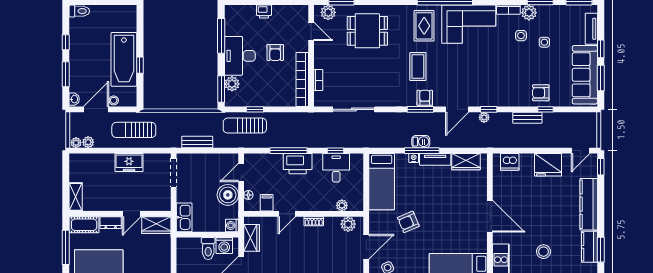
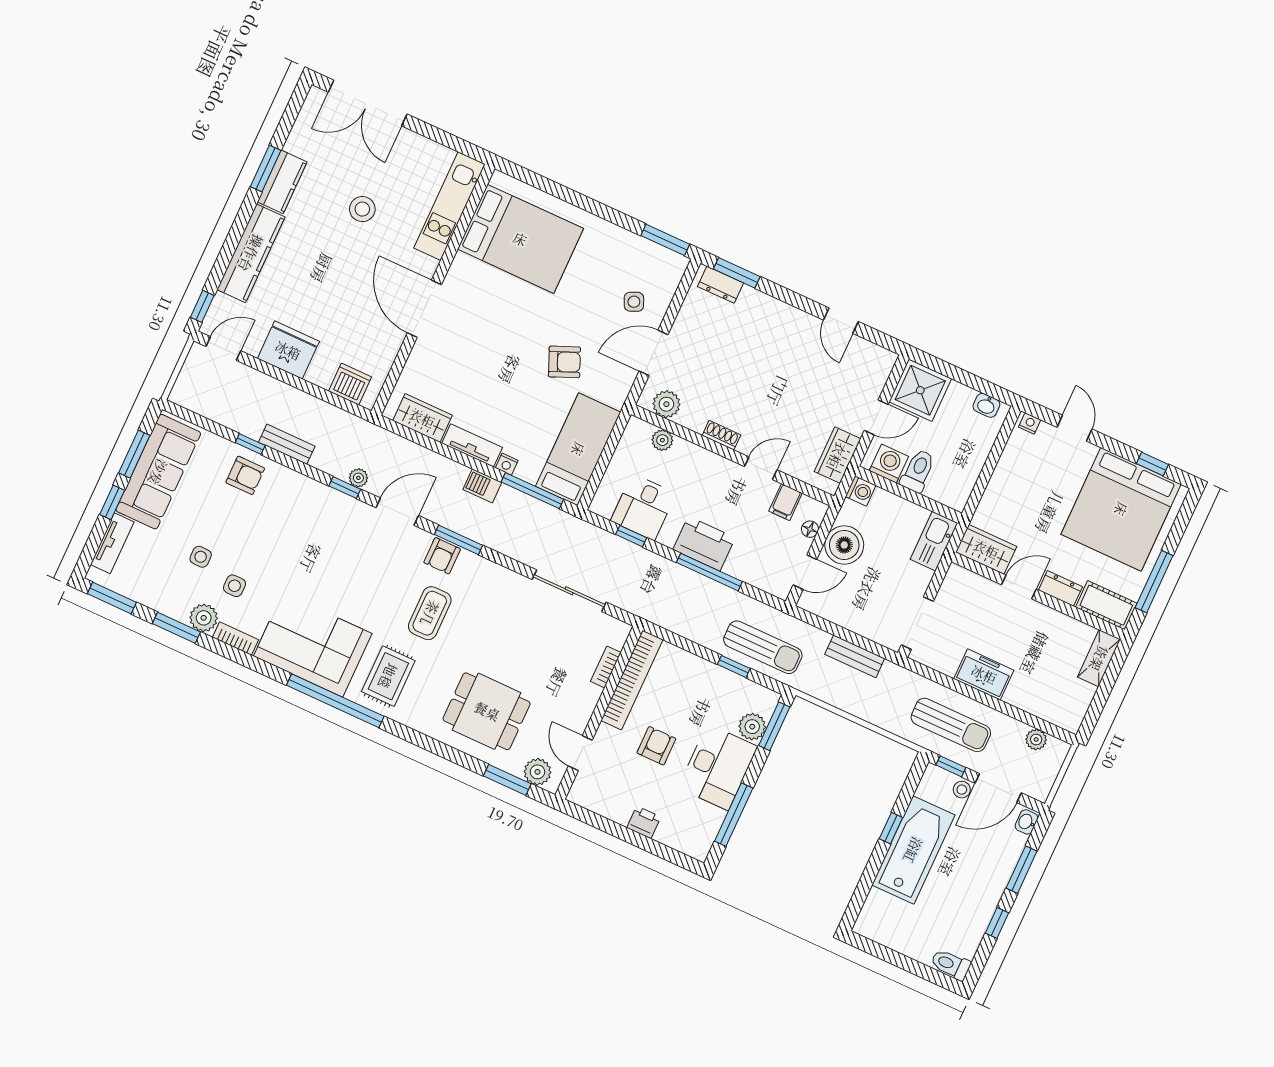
window: (124, 109) -> (951, 766), added
plant: (76, 143) -> (1057, 748), removed
window: (422, 151) -> (532, 491), moved

